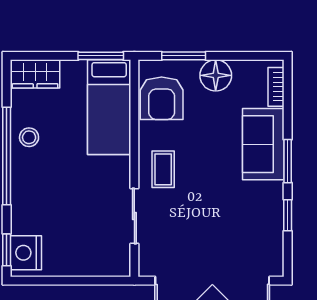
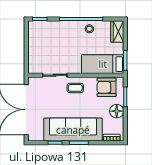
sofa: (263, 144) -> (73, 130), width x1.85, depth x1.27
nightstand: (26, 253) -> (39, 27), removed

